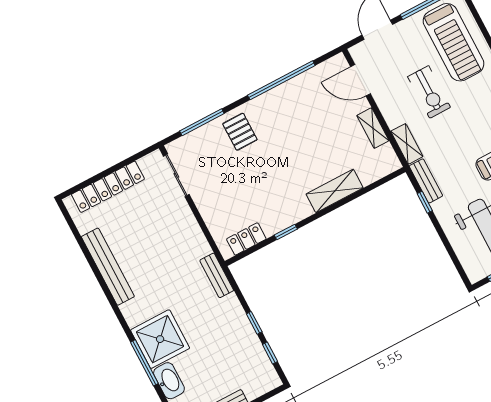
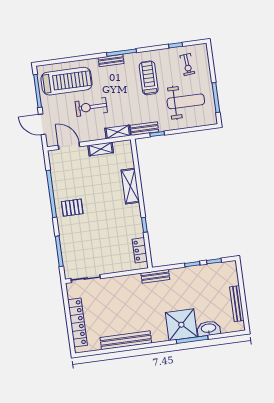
door: (360, 80) -> (69, 146), swing flipped
exercise bike: (429, 92) -> (91, 107), turned 180
pallet: (240, 132) -> (72, 208), moved

